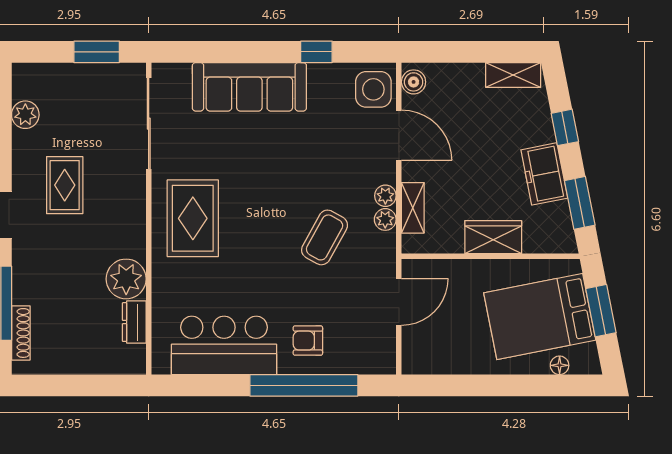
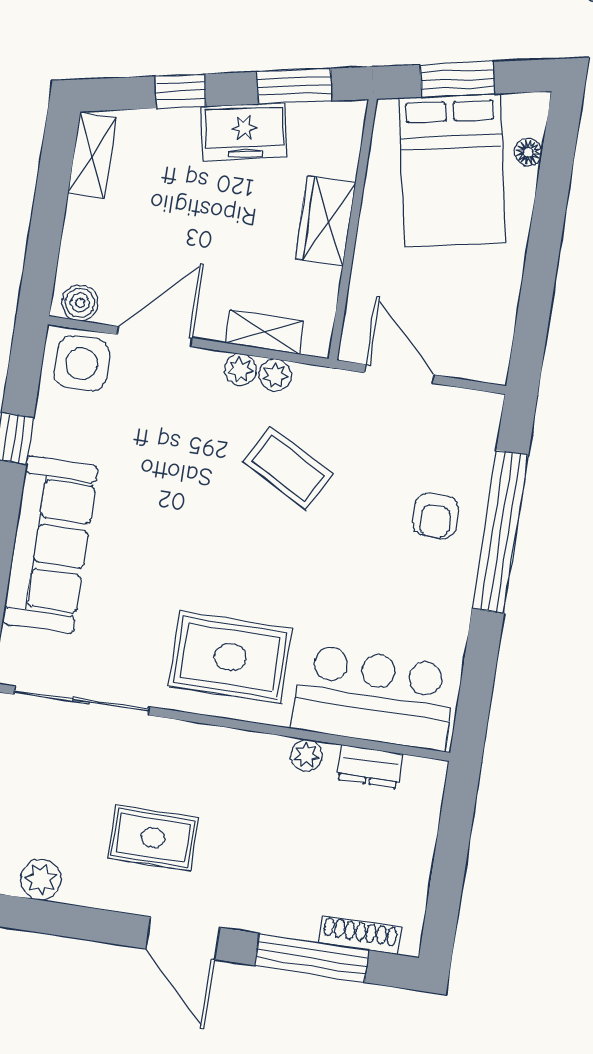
plant: (126, 279) -> (306, 755), width x0.53, depth x0.53
bar counter: (224, 345) -> (374, 698), moved, turned 90

